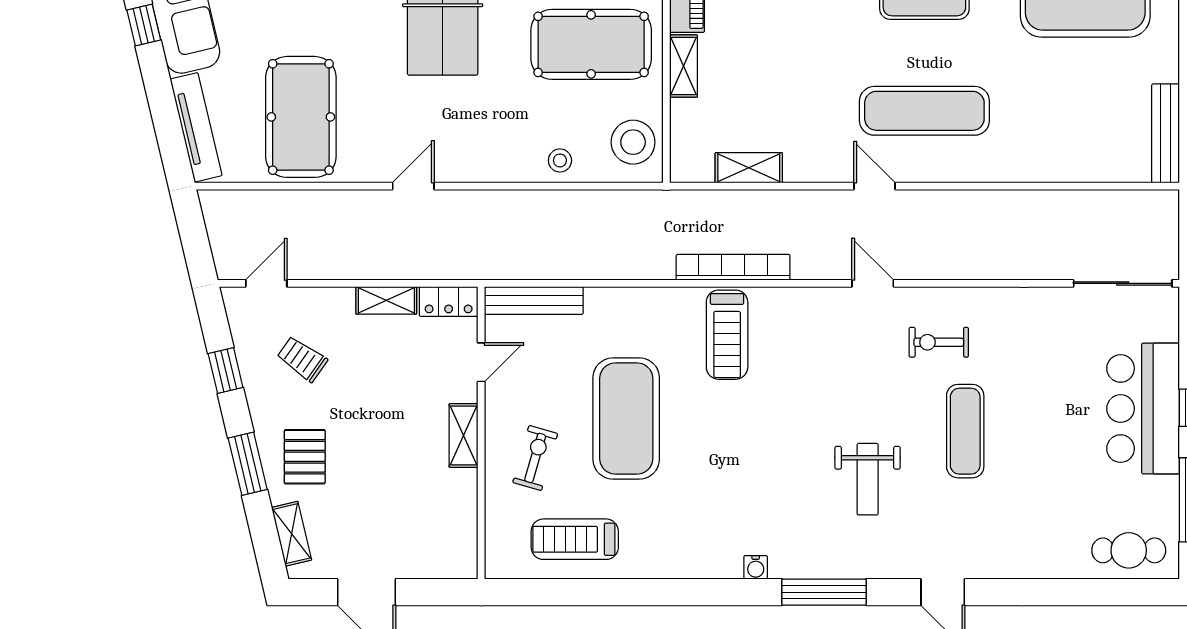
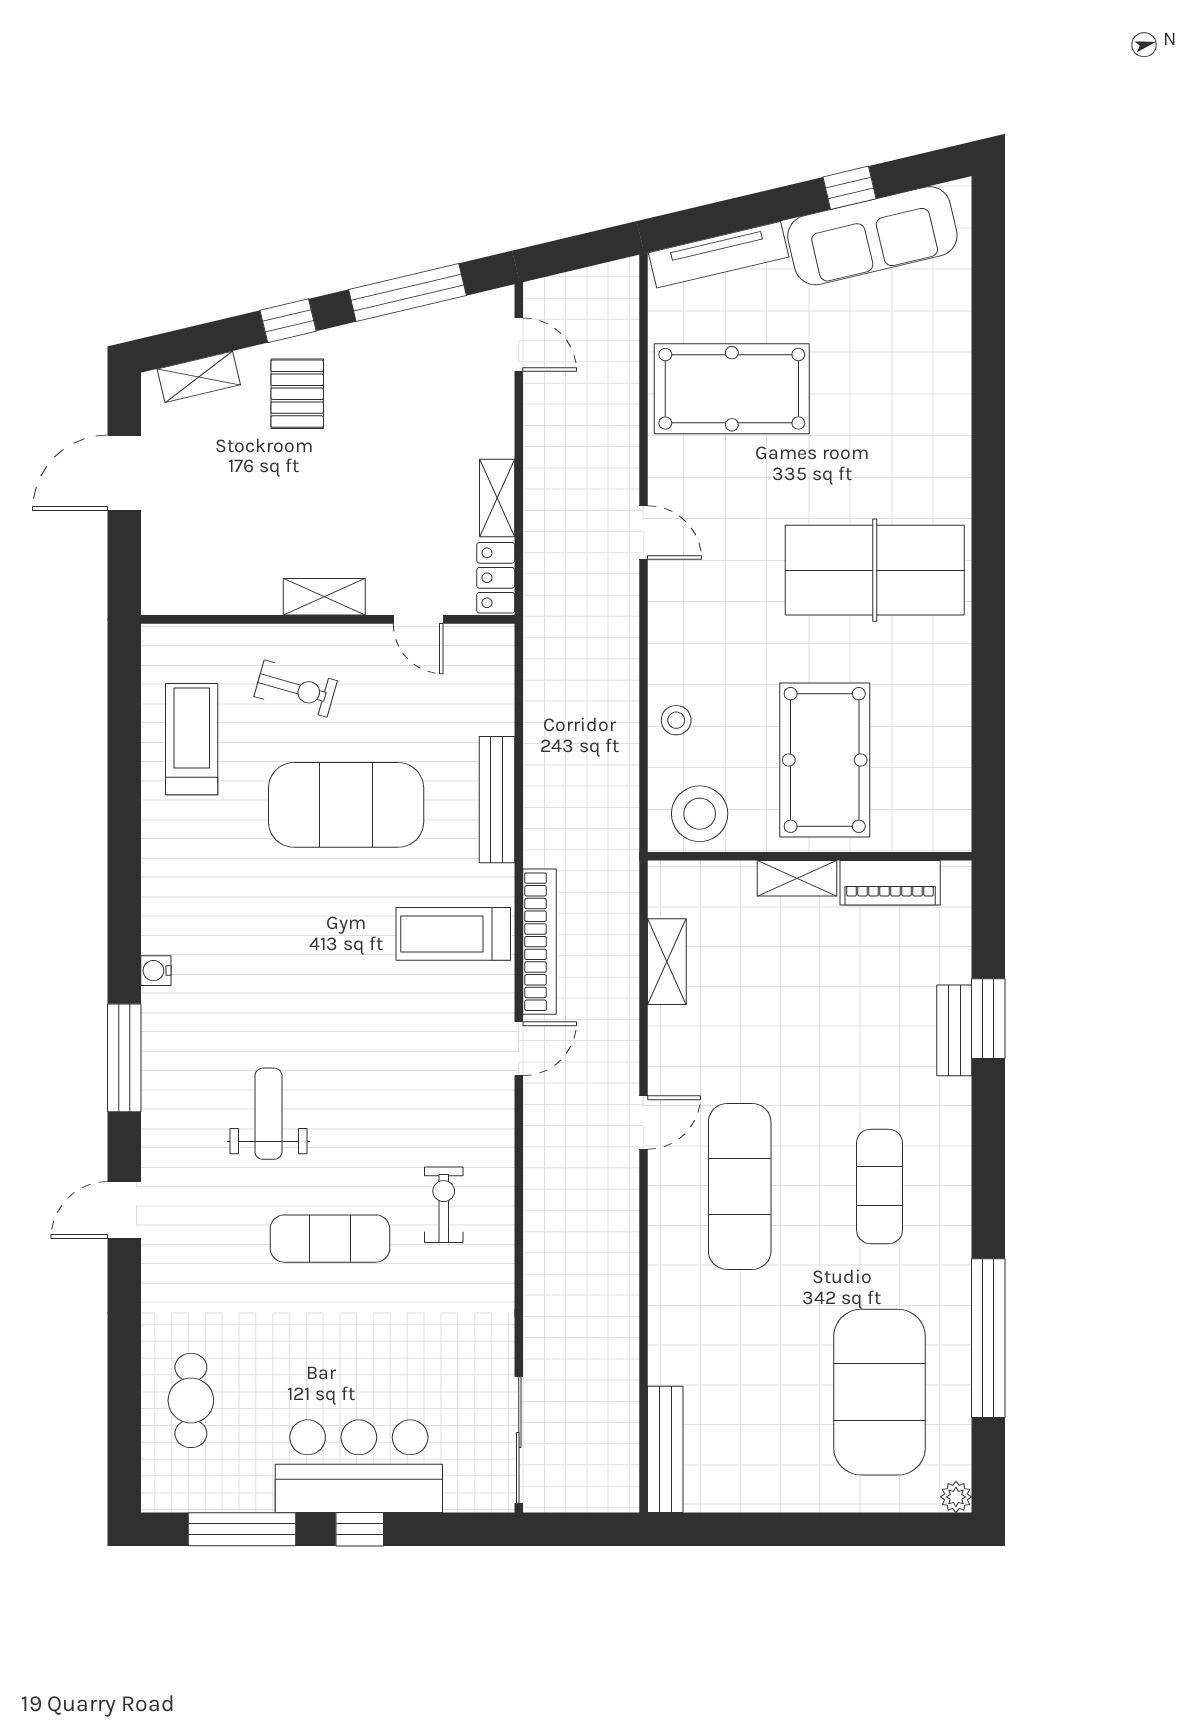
bench: (1166, 133) -> (665, 1449), moved, turned 90
door: (873, 283) -> (519, 1049), moved
bench: (534, 301) -> (497, 800), moved
trolley: (302, 359) -> (422, 390), removed
window: (226, 371) -> (407, 292), width x2.17
pallet: (305, 457) -> (297, 394), turned 90
window: (248, 464) -> (288, 321), width x0.67
weight bench: (868, 479) -> (268, 1114), turned 90
cafe table: (1129, 550) -> (191, 1400), moved

